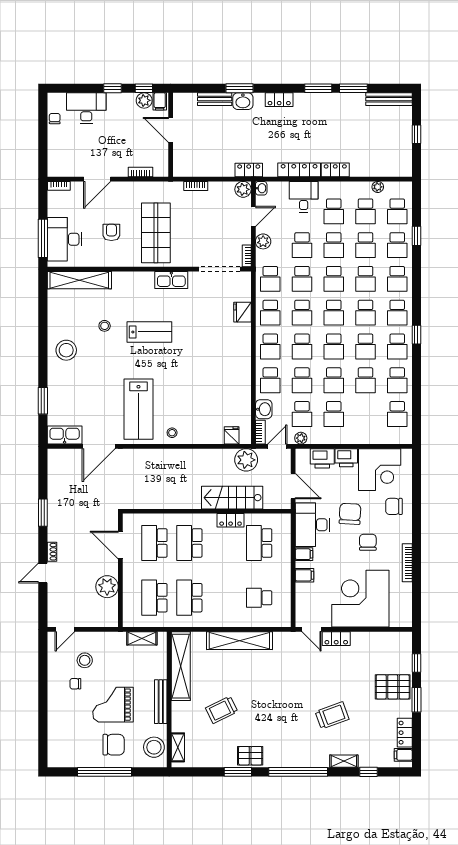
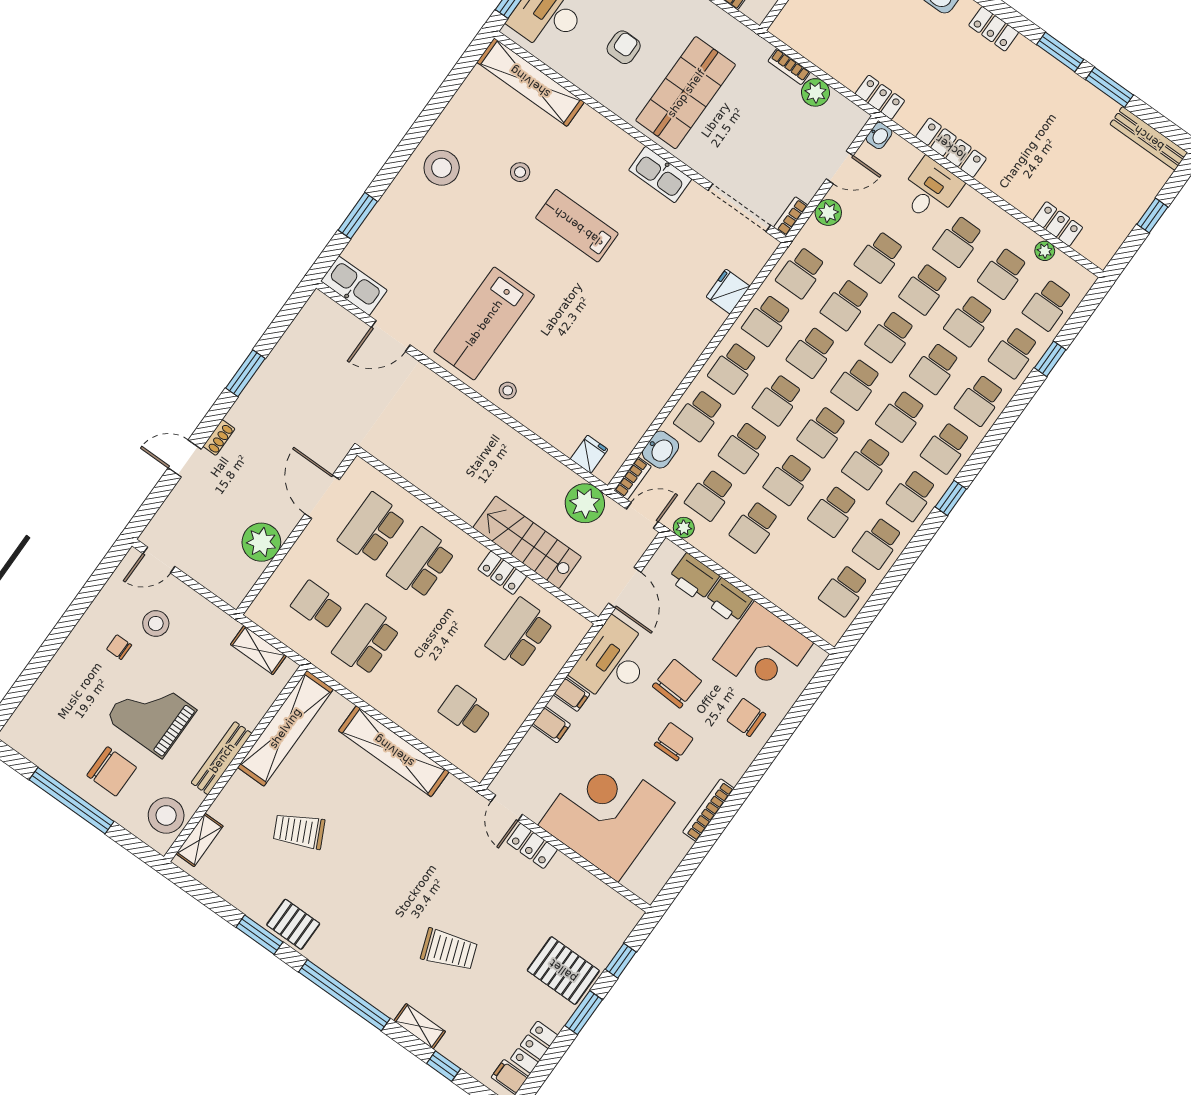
locker: (335, 170) -> (1058, 224), moved
plant: (243, 189) -> (815, 92), moved
lab bench: (149, 332) -> (577, 226), turned 180
door: (99, 446) -> (391, 336), width x0.73
school desk: (154, 598) -> (317, 605), width x0.54

